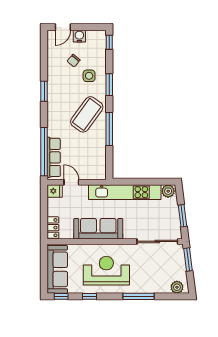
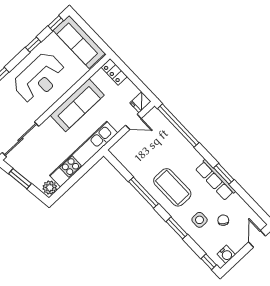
water cooler: (79, 36) -> (226, 254), moved
coffee table: (87, 114) -> (172, 187), turned -36
row of seats: (54, 157) -> (215, 180), moved

